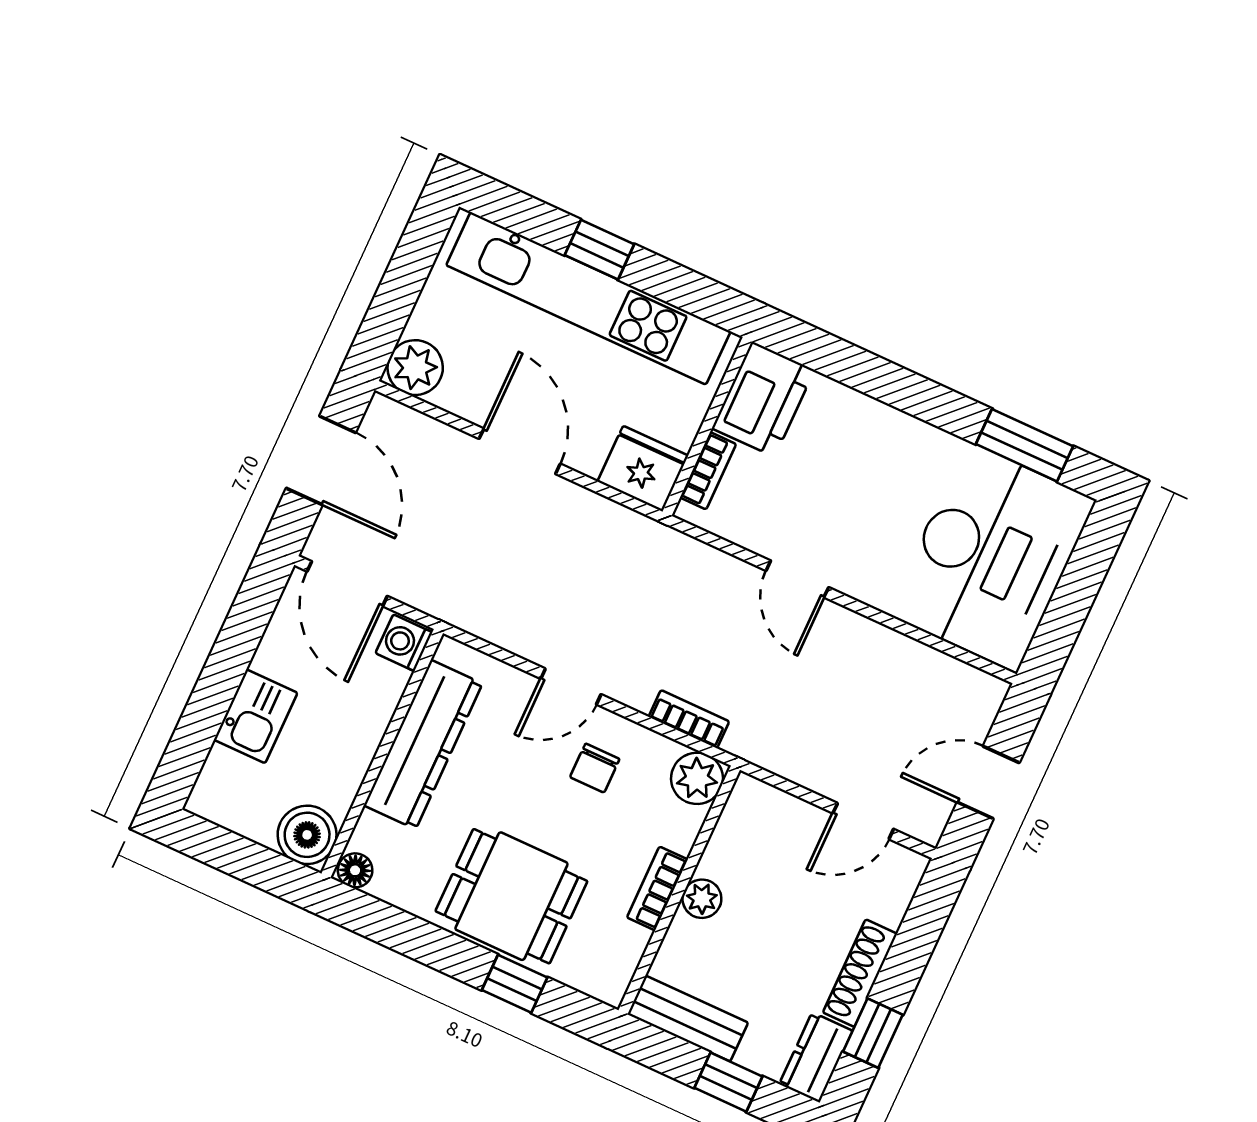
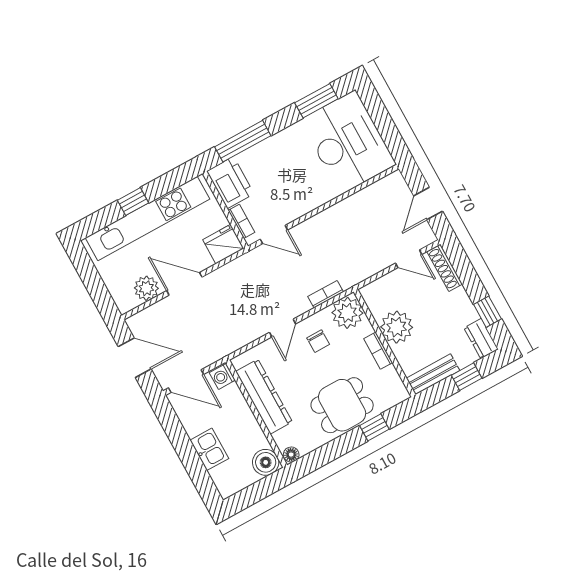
window: (854, 367) -> (243, 141), added
plant: (415, 368) -> (146, 288), moved
door: (797, 579) -> (274, 235), moved
plant: (697, 778) -> (347, 313), width x1.36, depth x1.36
door: (863, 821) -> (409, 259), hinge flipped
plant: (702, 899) -> (397, 327), width x1.88, depth x1.88
shoe rack: (860, 973) -> (445, 268), moved

